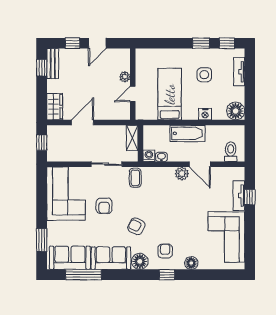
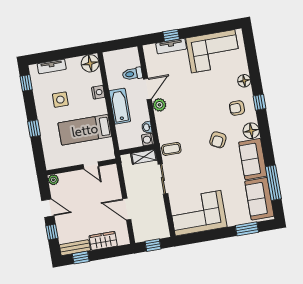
window: (201, 43) -> (34, 128), moved
plant: (125, 77) -> (53, 180), moved
wardrobe: (55, 107) -> (103, 241), moved
shelving: (132, 138) -> (144, 157), moved
toilet: (231, 152) -> (132, 74), moved
armchair: (104, 206) -> (204, 174), removed

